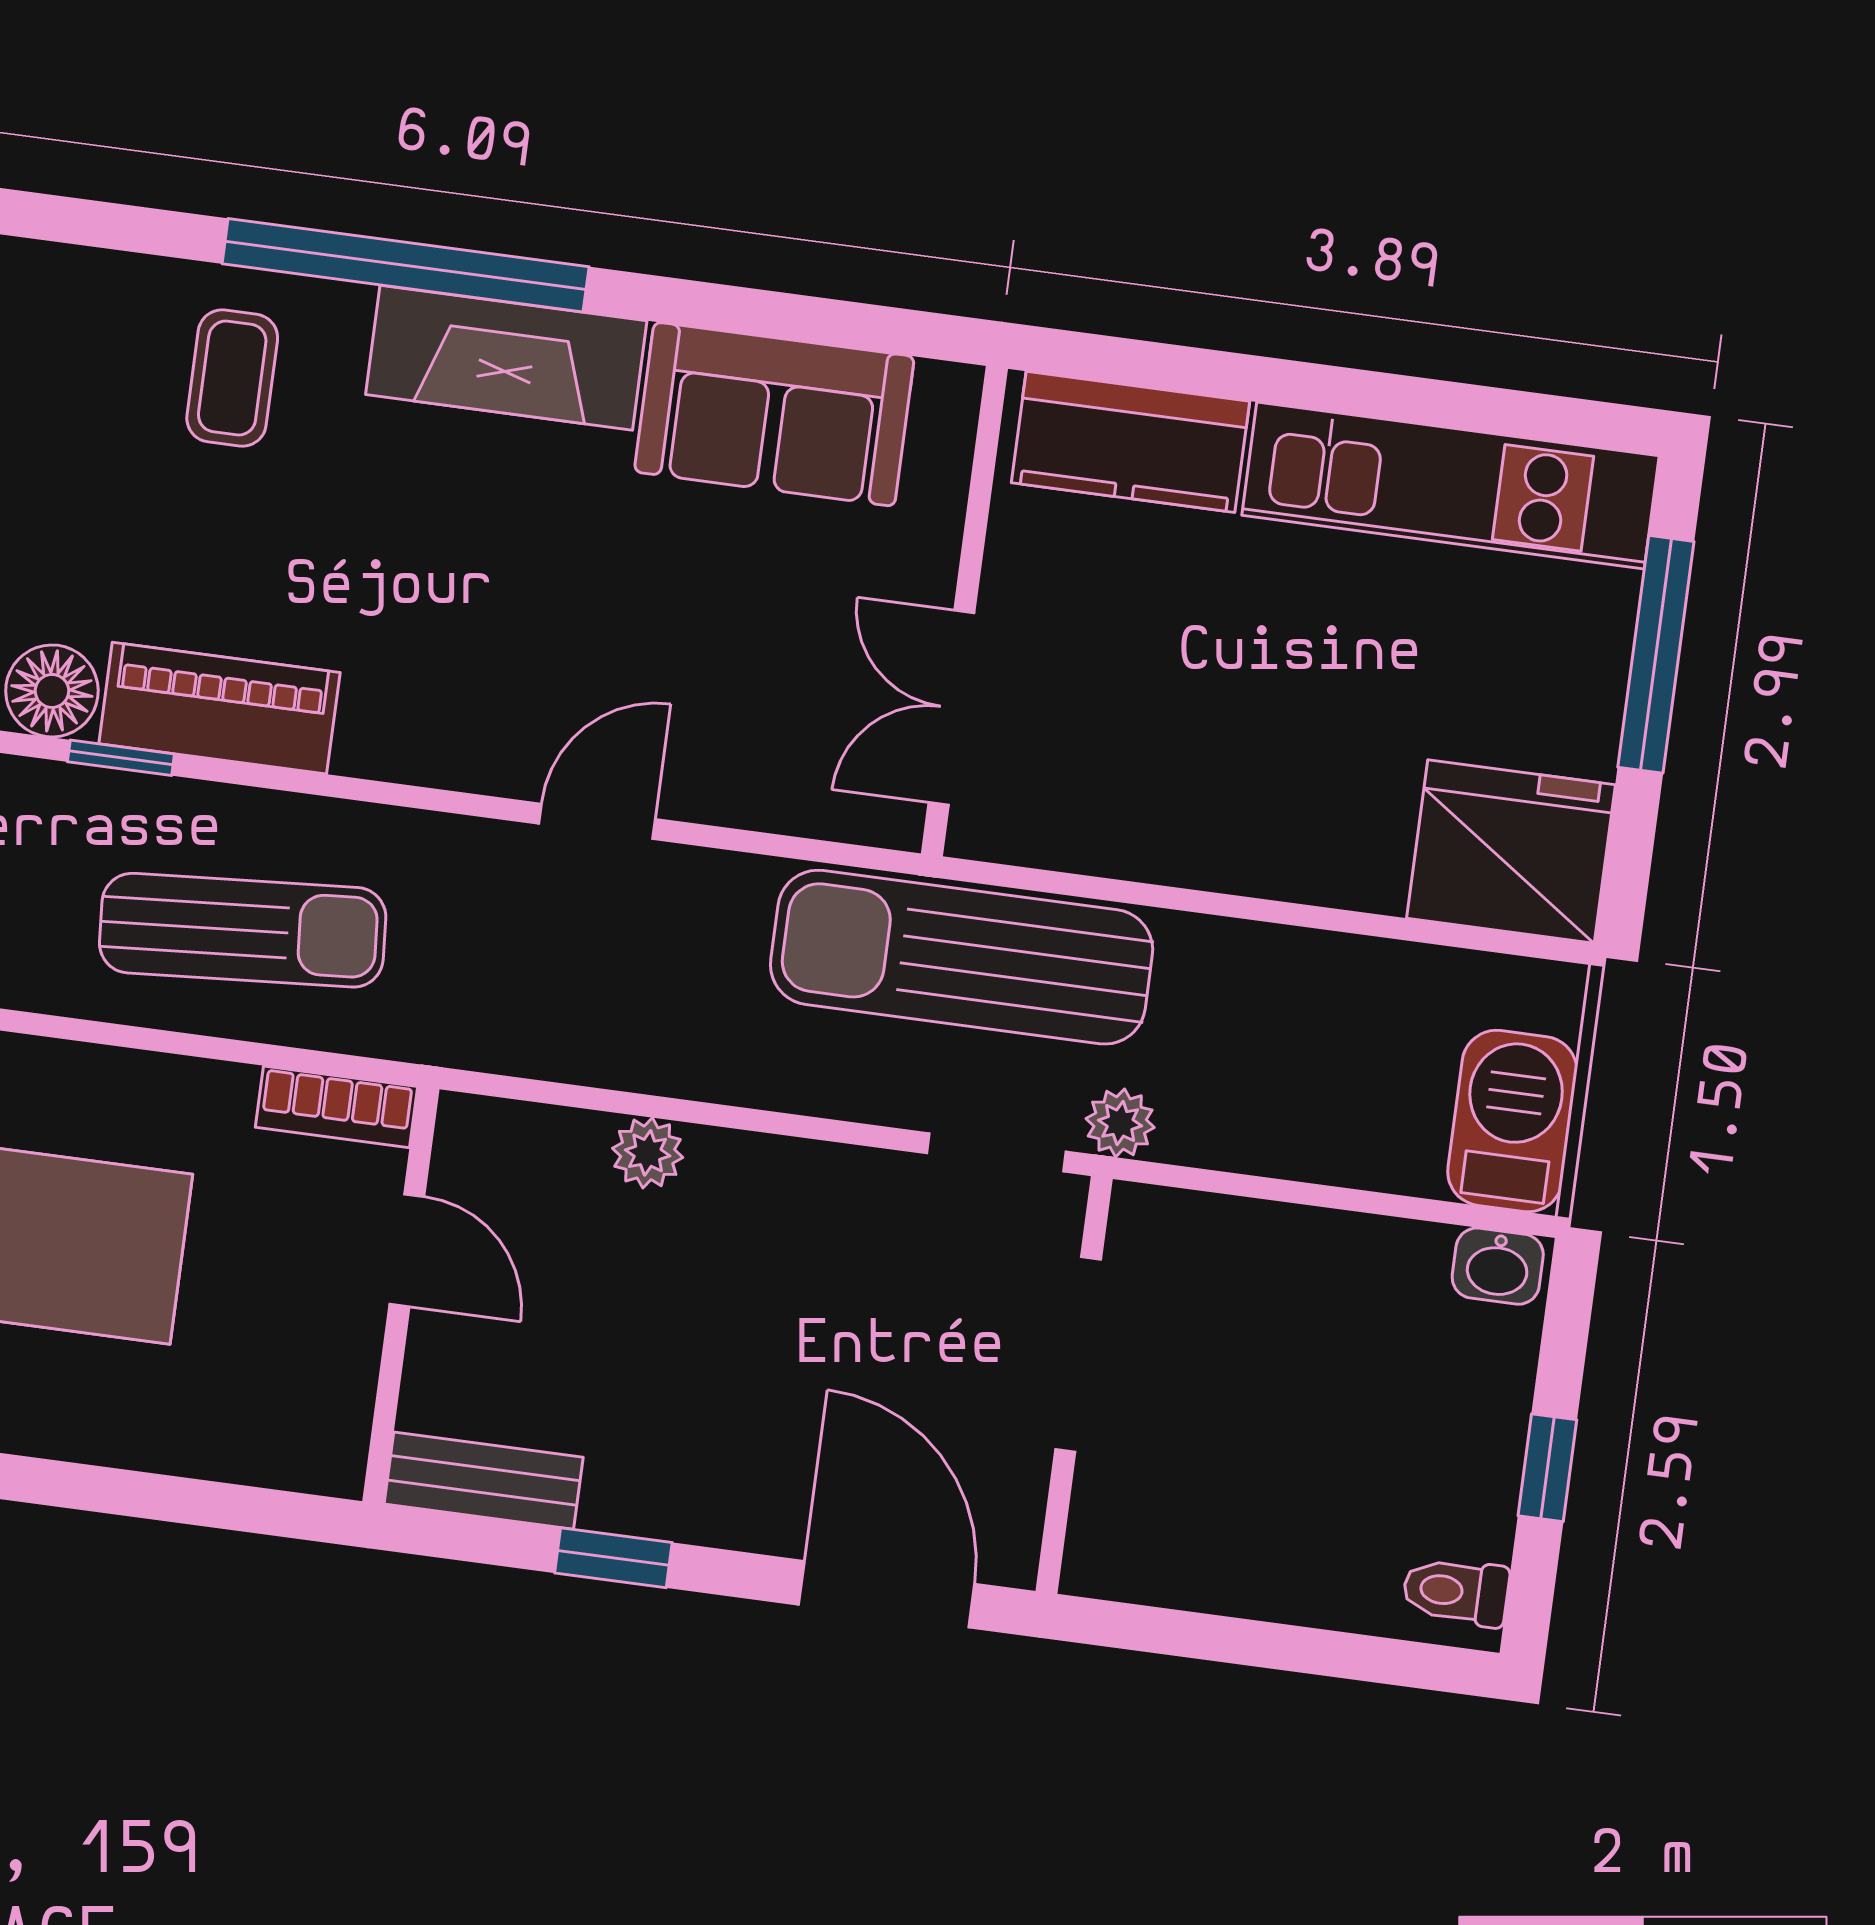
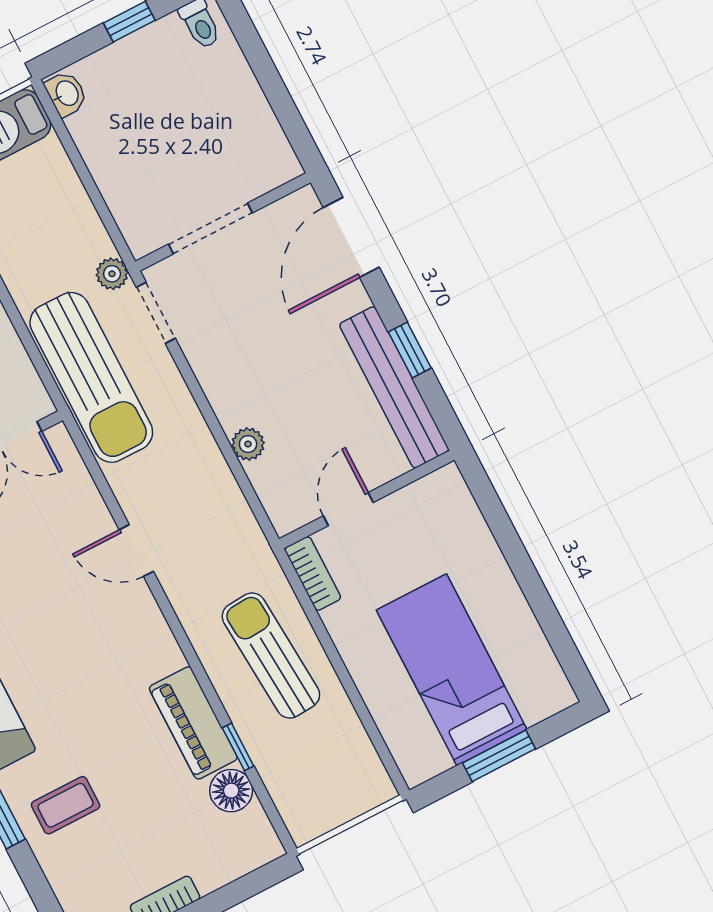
bench: (484, 1481) -> (394, 387), width x1.86, depth x1.21

